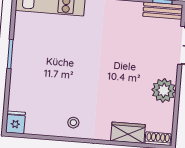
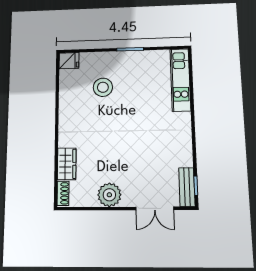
stool: (73, 123) -> (103, 87), moved, width x1.89, depth x1.89

